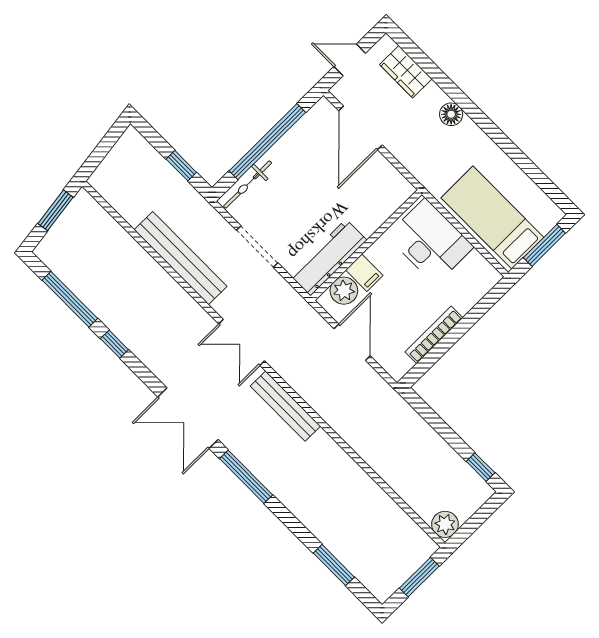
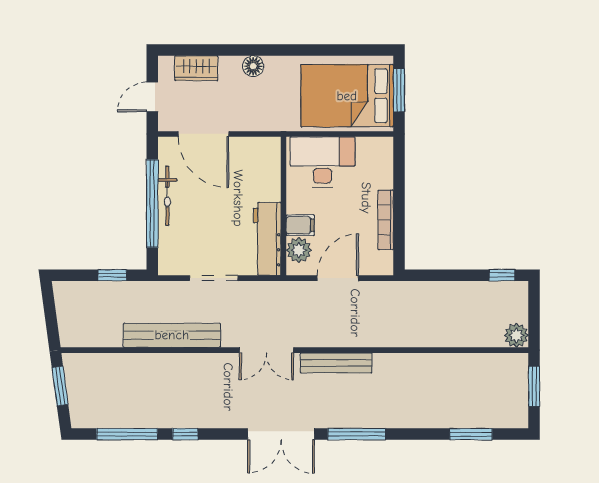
bicycle: (248, 185) -> (167, 196), moved
bed: (492, 218) -> (347, 96), width x1.50
door: (352, 342) -> (338, 278), hinge flipped

